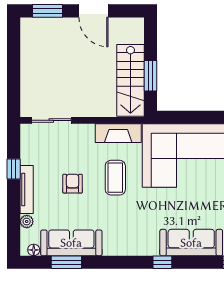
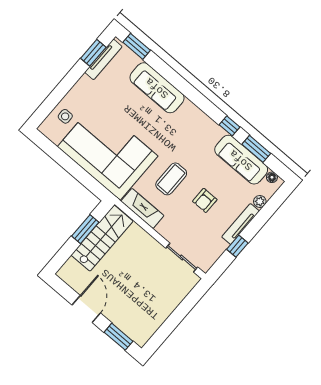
window: (162, 262) -> (230, 126), moved

